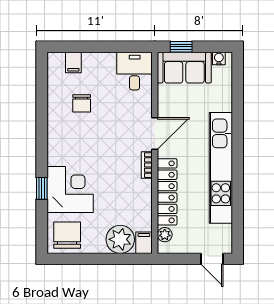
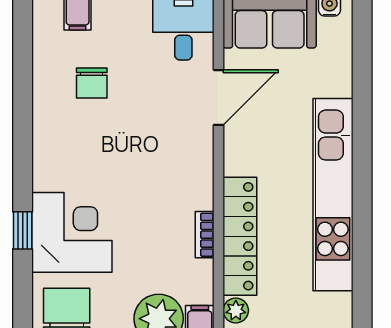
door: (155, 133) -> (219, 97), moved
bookcase: (147, 165) -> (205, 235), moved

